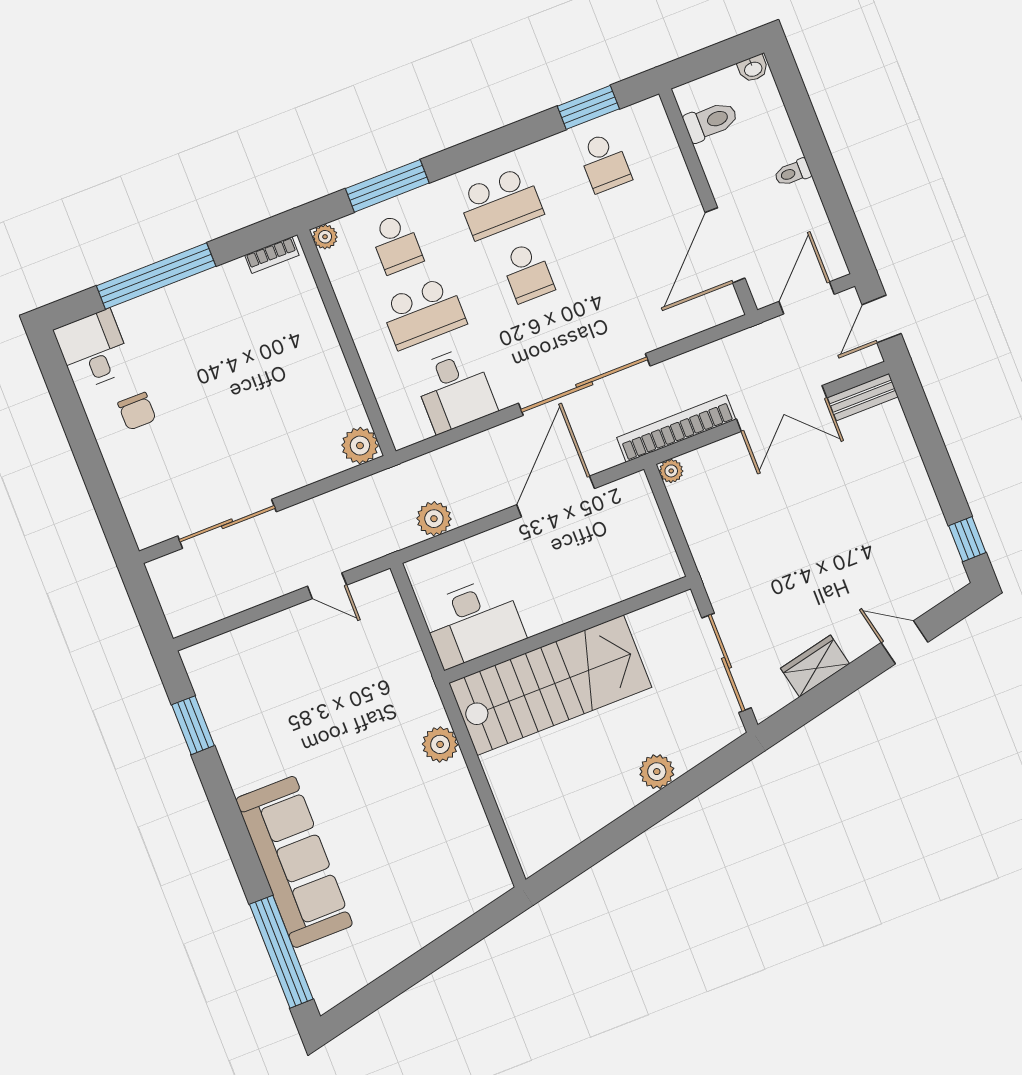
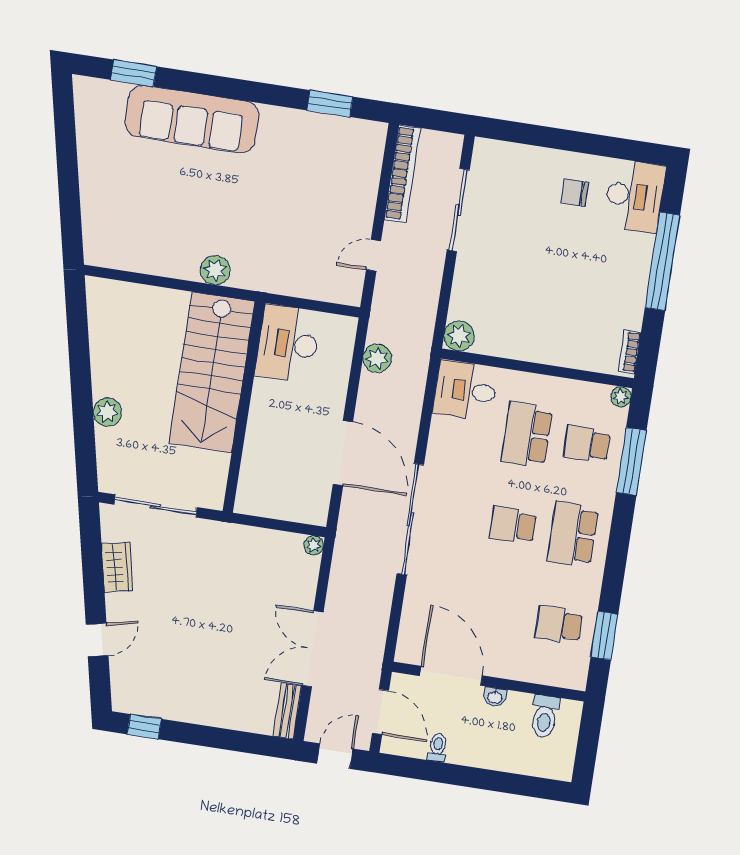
washbasin: (753, 69) -> (495, 697), moved, turned -90
toilet: (793, 173) -> (438, 747), moved
door: (882, 319) -> (335, 756), hinge flipped
desk: (93, 350) -> (635, 196), width x1.37
desk: (454, 390) -> (465, 390), moved
bookcase: (676, 428) -> (402, 174), moved
window: (281, 952) -> (134, 73), width x0.47

